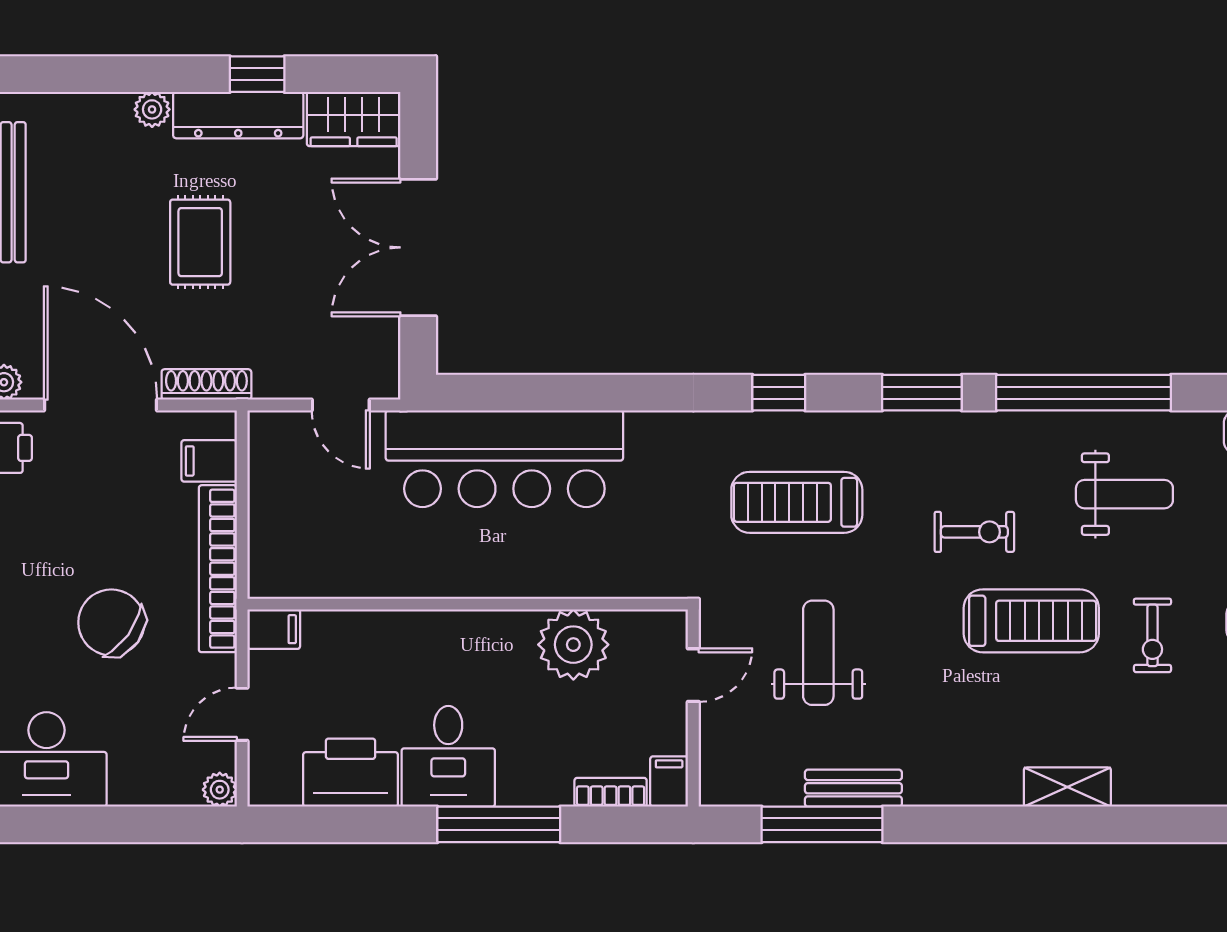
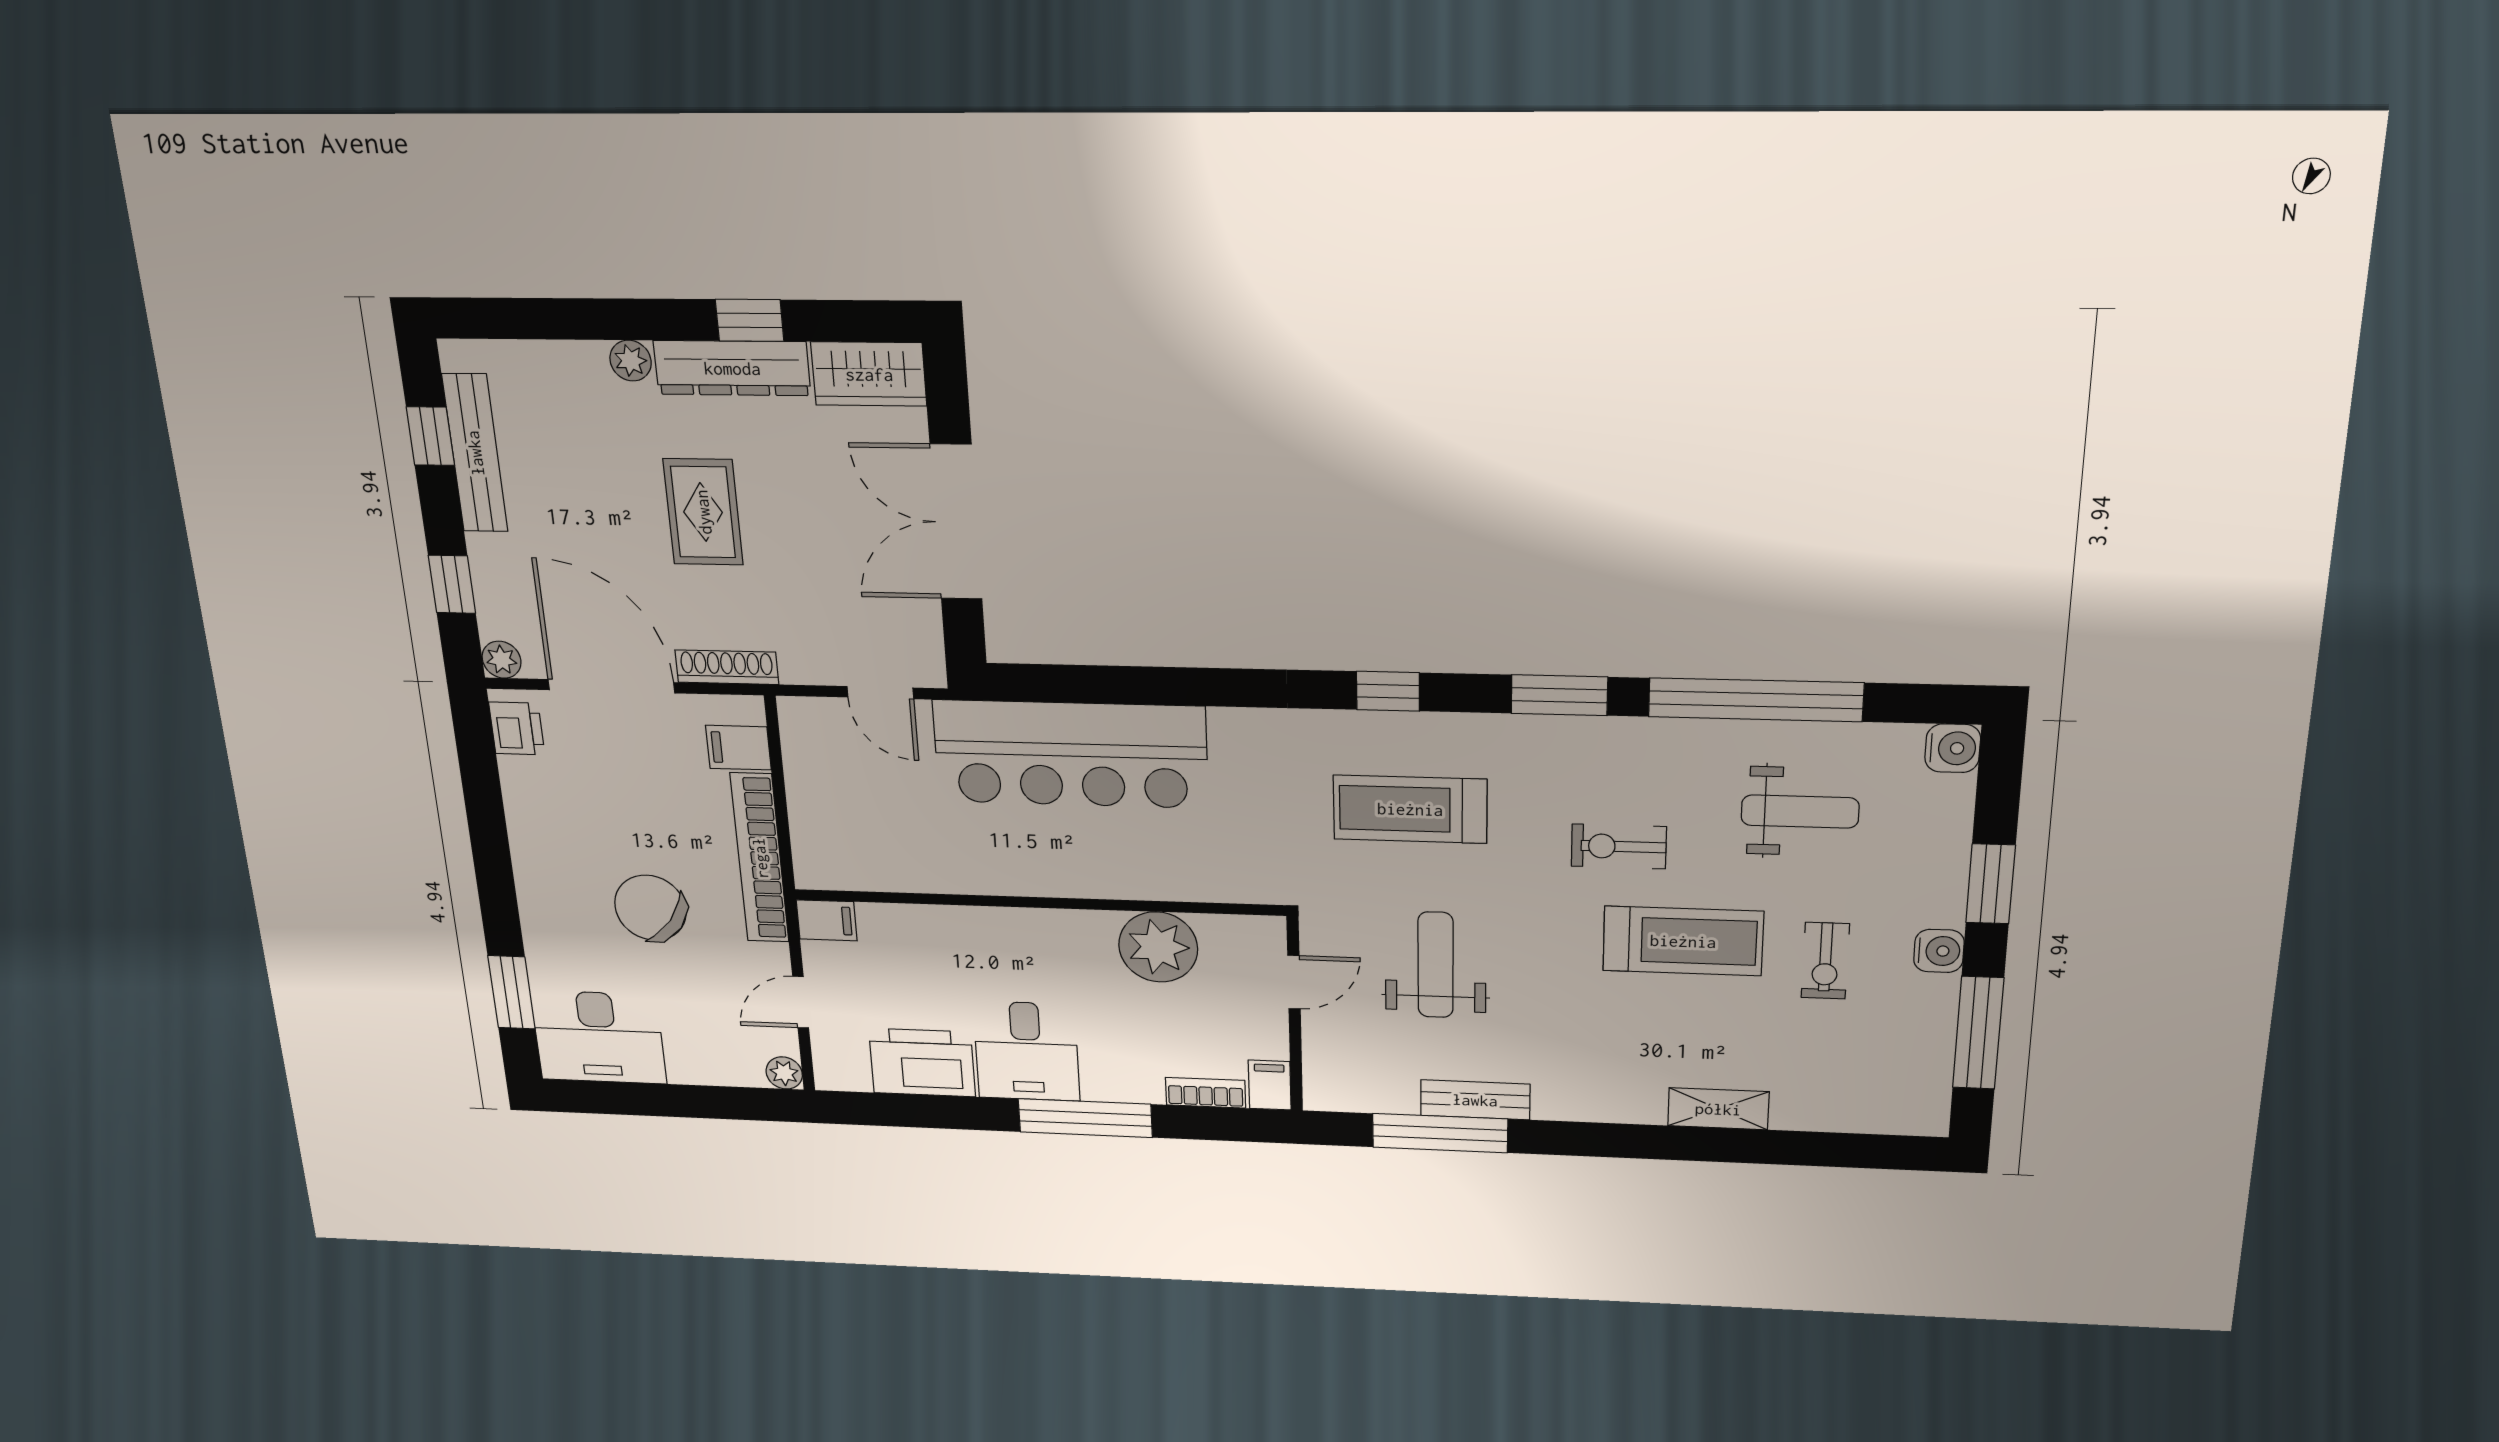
exercise bike: (974, 532) -> (1619, 846), turned 180

